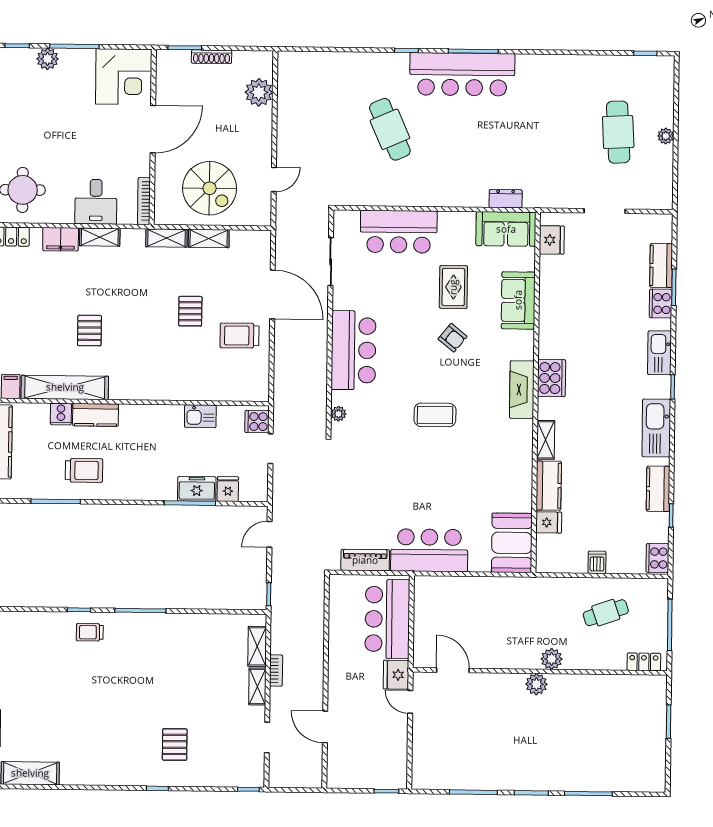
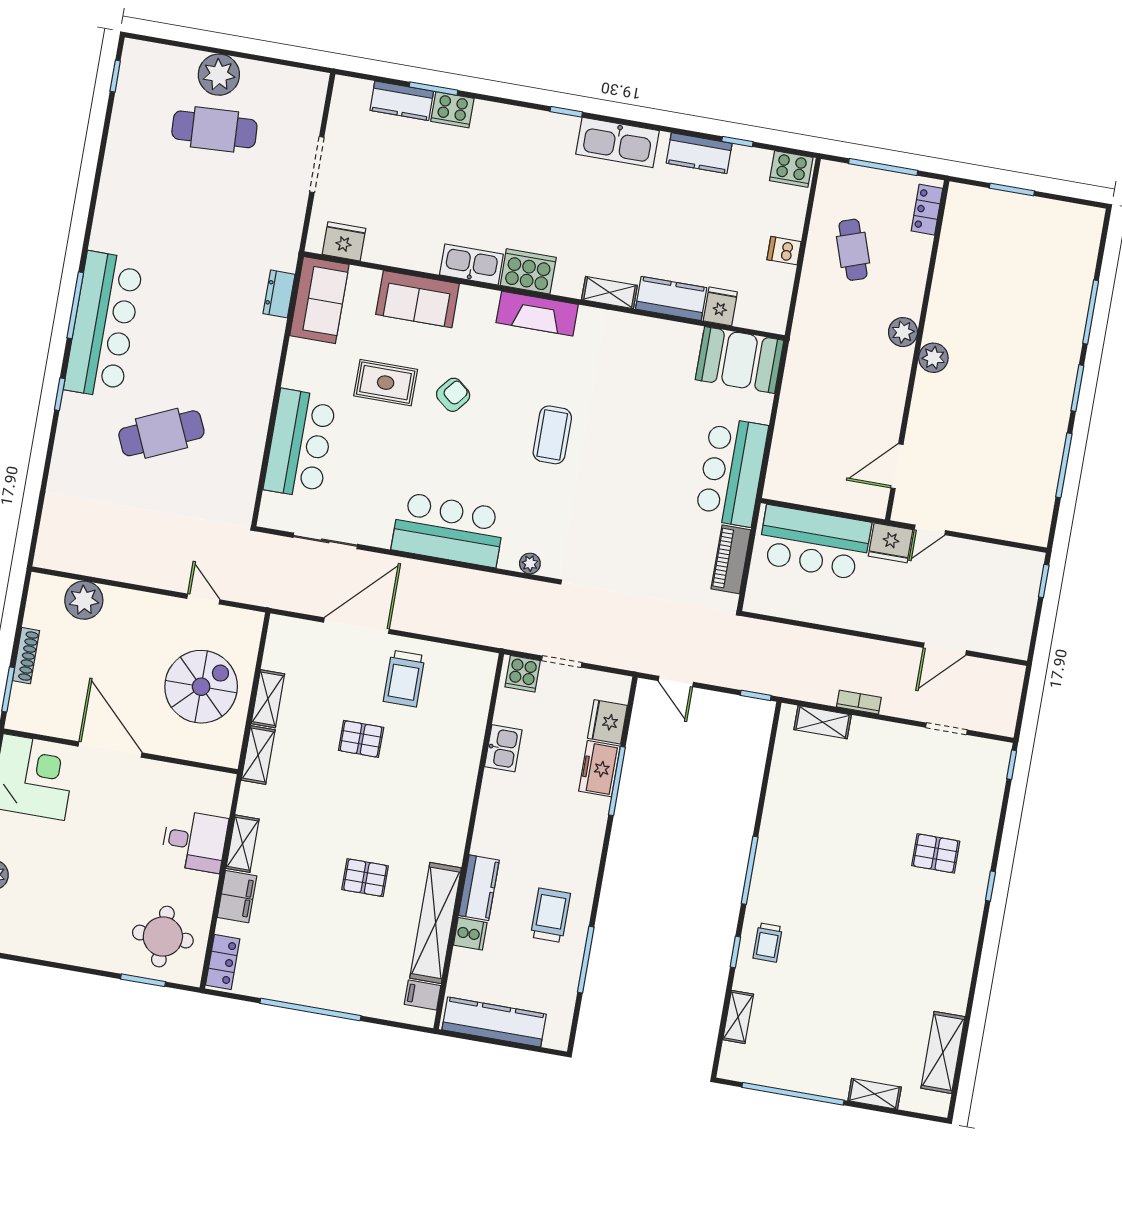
plant: (666, 136) -> (219, 75), width x1.88, depth x1.88
bookcase: (144, 201) -> (204, 777), removed
kitchen sink: (660, 353) -> (471, 265), moved, turned 180
fridge: (228, 489) -> (607, 722), width x1.38
shelving: (257, 687) -> (738, 1017), moved, turned 90

